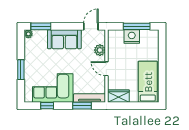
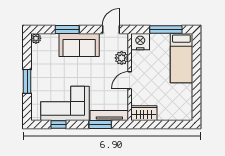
window: (41, 26) -> (67, 29), moved
nightstand: (132, 37) -> (140, 42), moved
door: (106, 69) -> (130, 80), hinge flipped
bed: (148, 82) -> (181, 58), moved, turned 180

